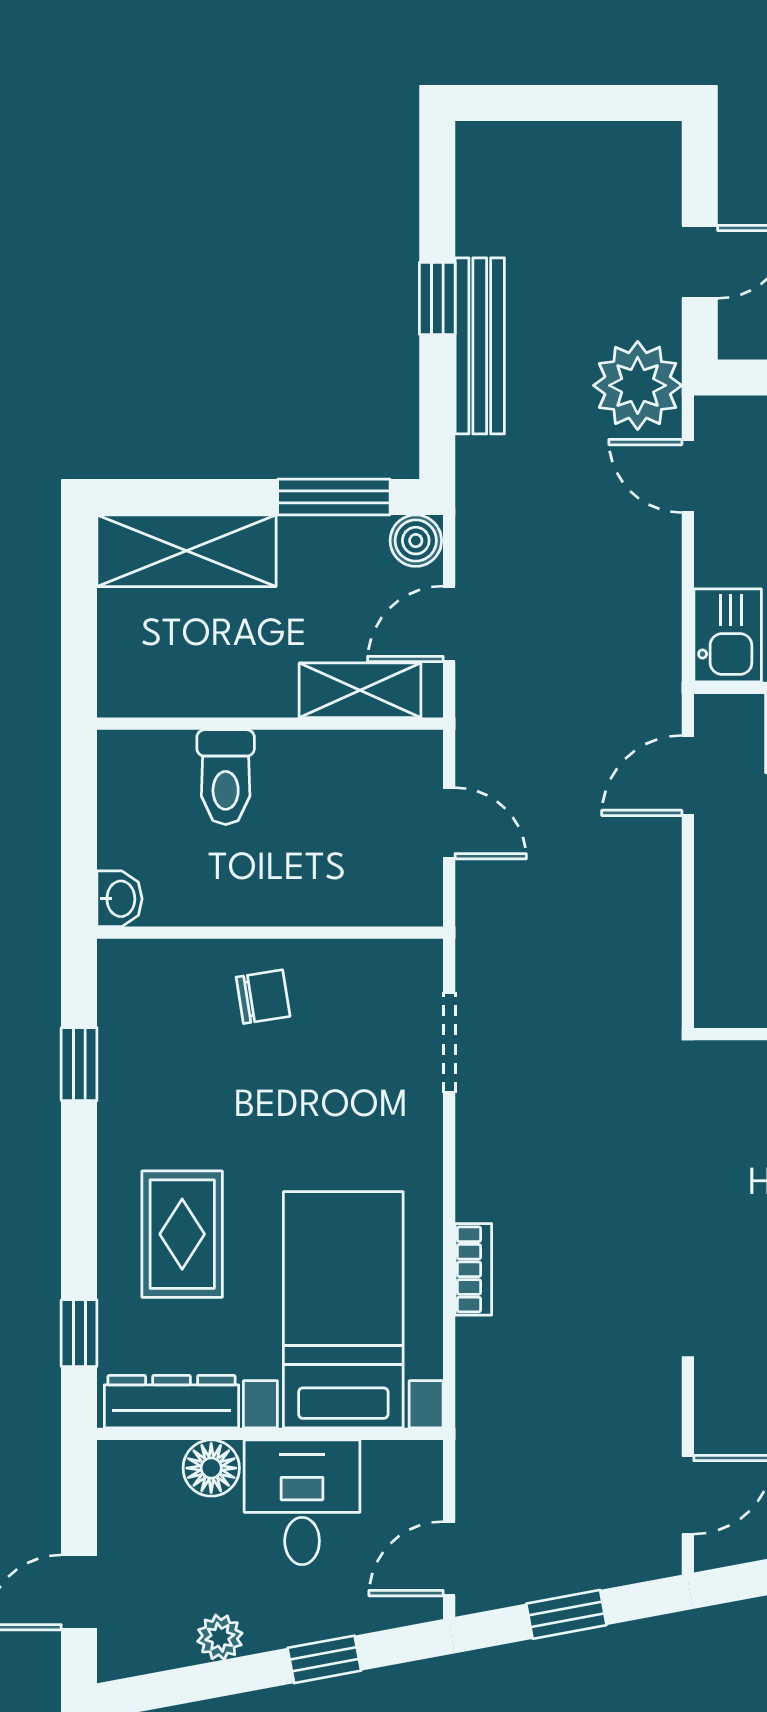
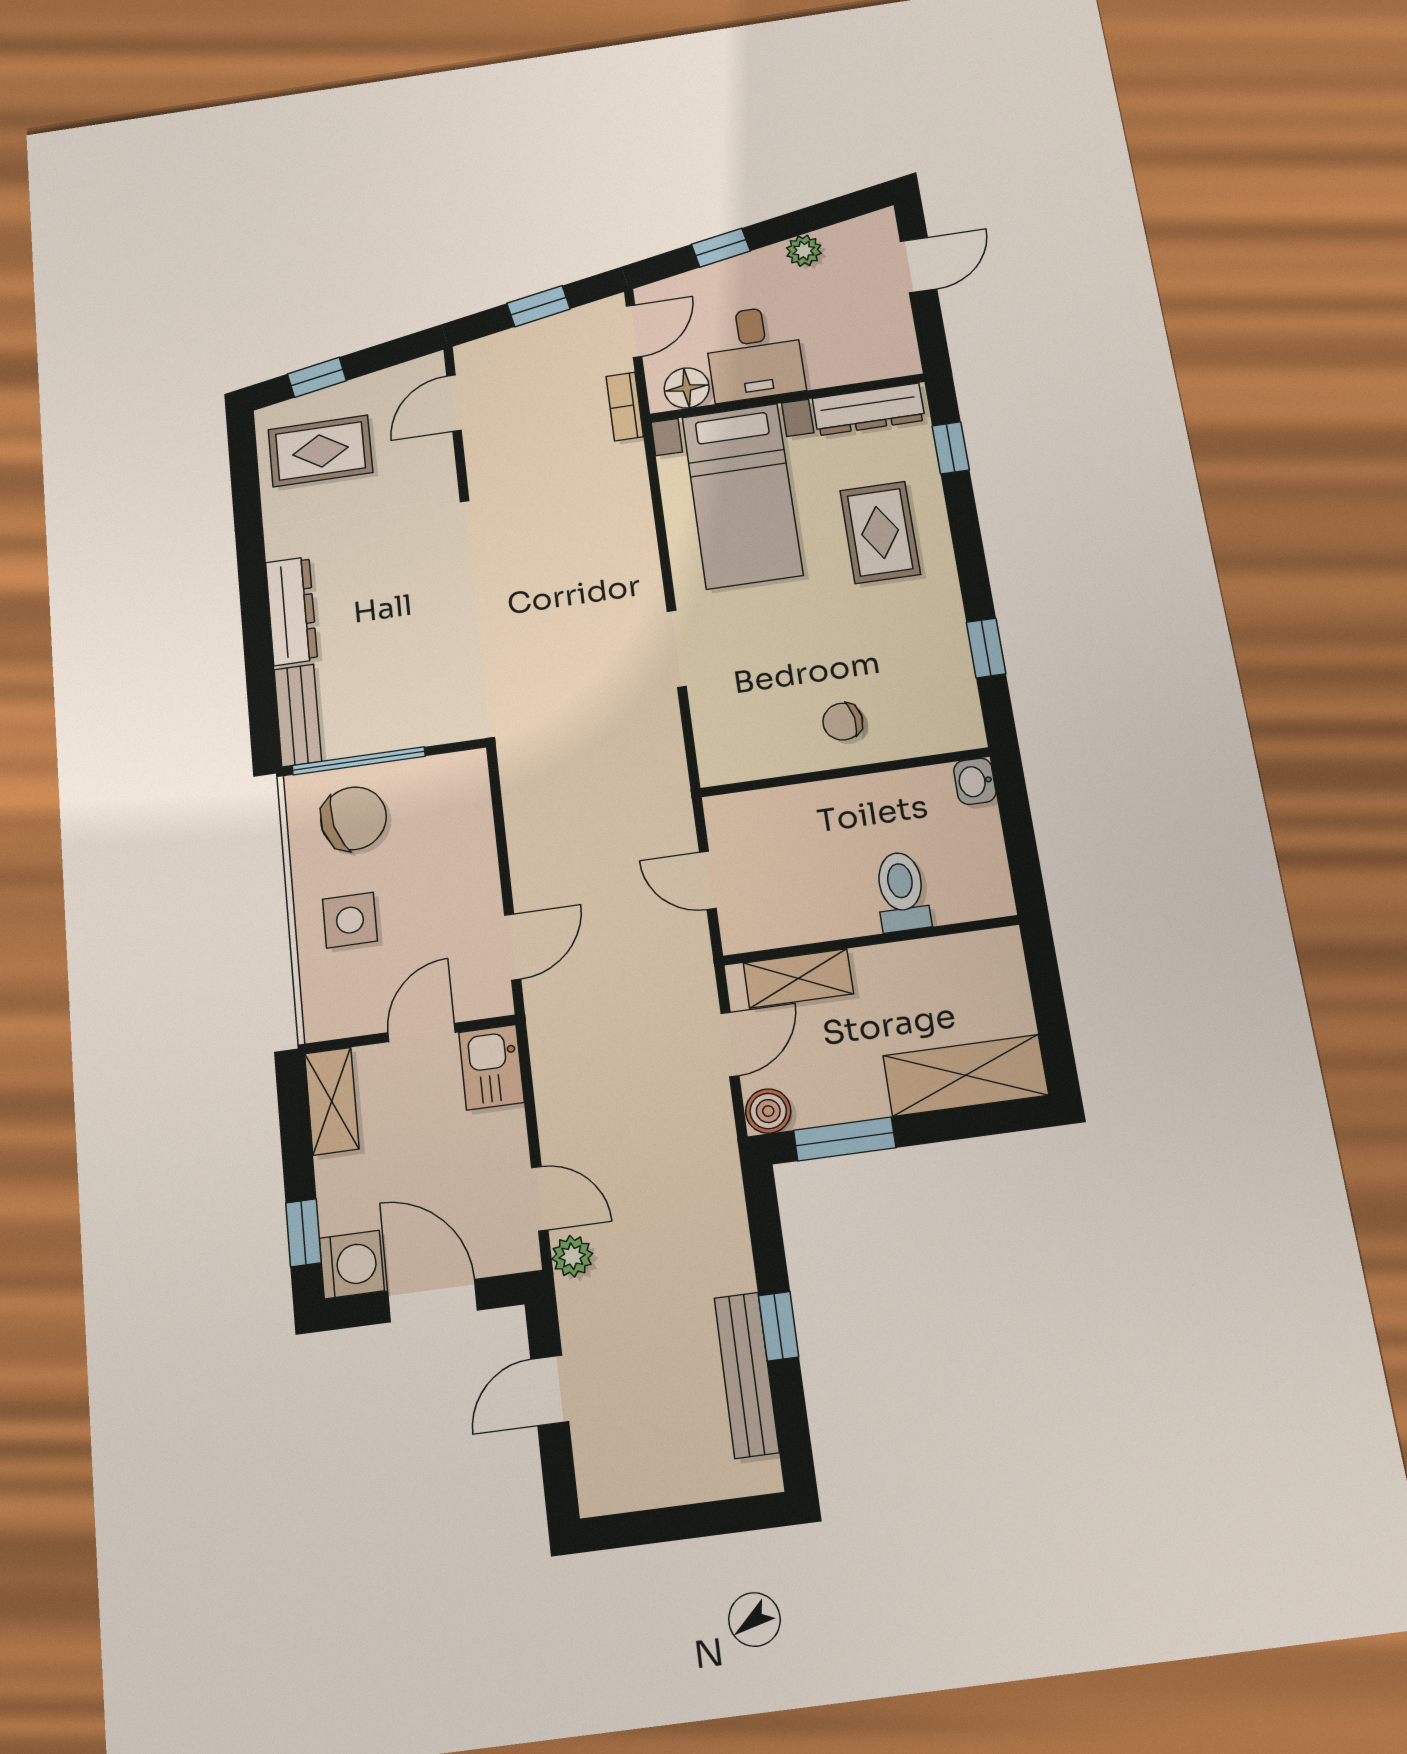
bench: (480, 346) -> (747, 1375), moved
plant: (638, 385) -> (572, 1256), width x0.53, depth x0.53
doorway: (449, 1042) -> (677, 649), moved
bookcase: (473, 1269) -> (625, 406), moved
floor lamp: (211, 1468) -> (687, 388), moved

